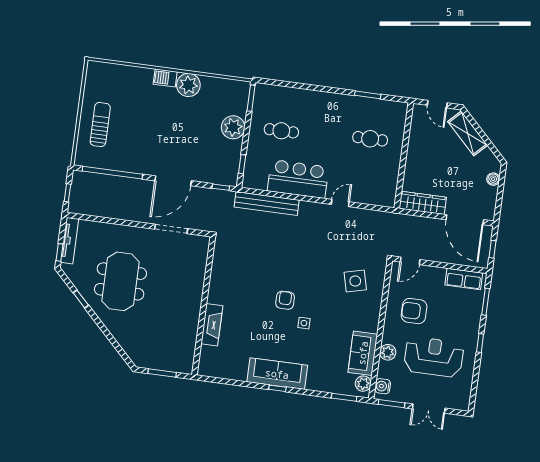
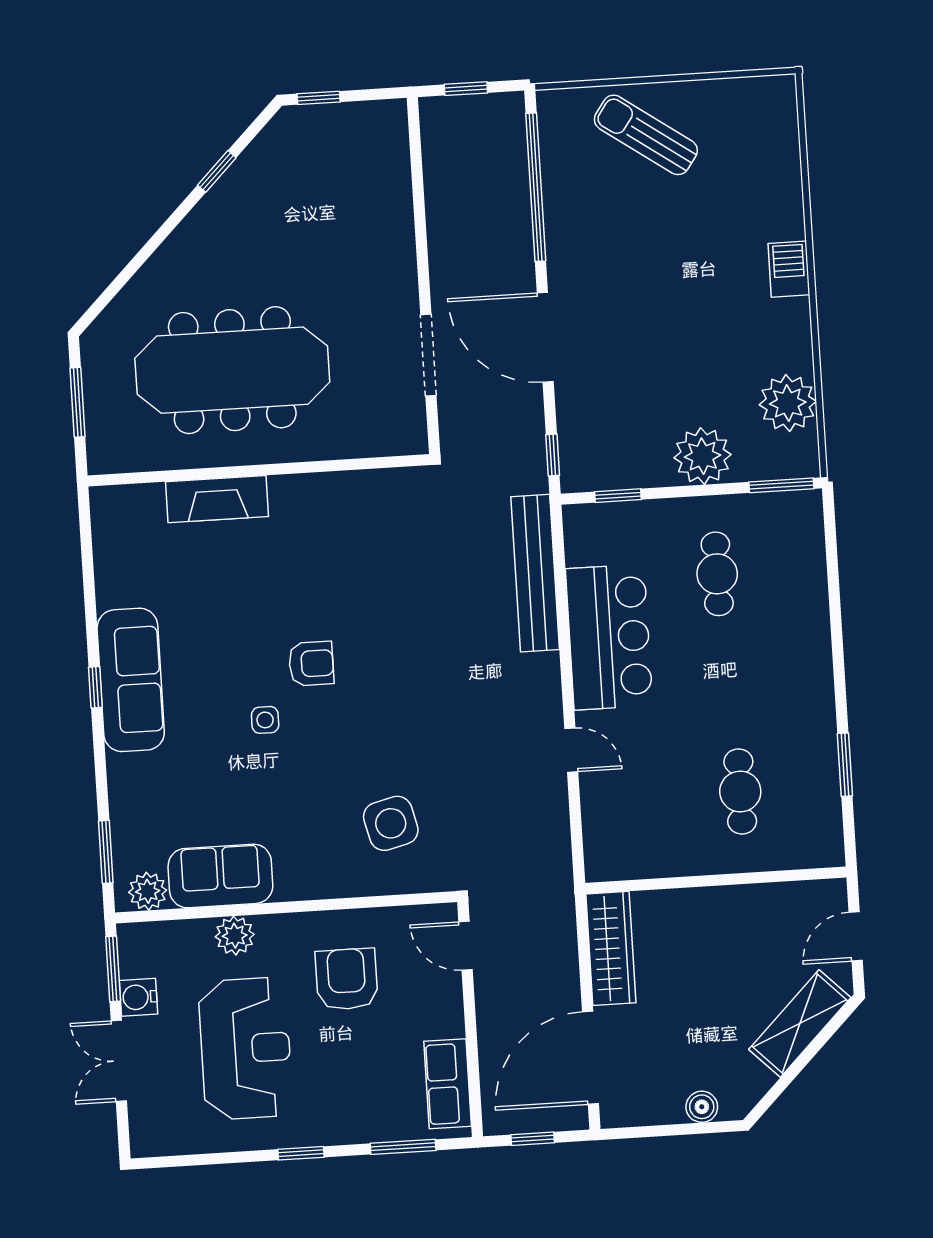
plant: (188, 85) -> (788, 403), moved
sun lounger: (100, 125) -> (646, 135), turned -145
tv unit: (70, 241) -> (352, 117), removed
meeting table: (120, 281) -> (232, 370), moved, width x1.36
water cooler: (383, 386) -> (138, 997), moved, turned -90

